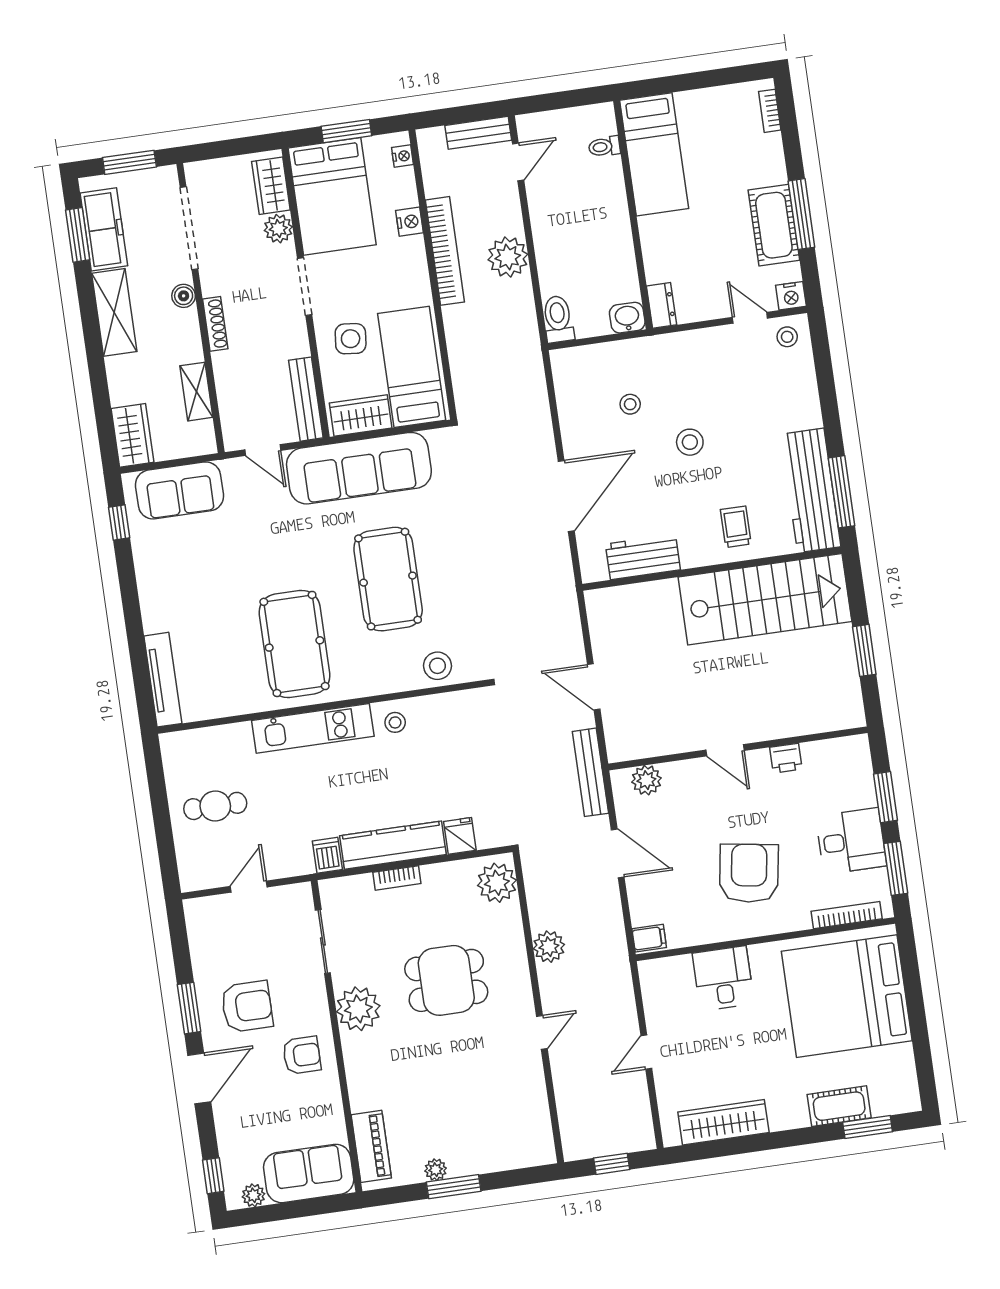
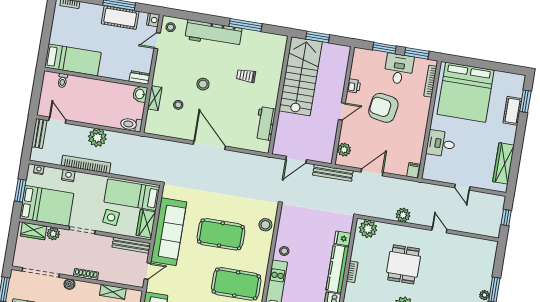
shelving: (629, 351) -> (155, 98), added
workbench: (811, 490) -> (213, 34), moved
workbench: (643, 557) -> (265, 123), moved
wall: (712, 569) -> (280, 95), moved
stairs: (765, 599) -> (301, 76), moved
armchair: (749, 873) -> (383, 108), moved

